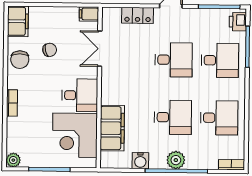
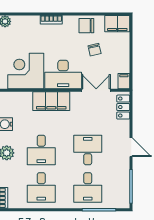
locker: (138, 15) -> (123, 107), moved
printer: (238, 22) -> (119, 202), removed
desk: (173, 60) -> (88, 150), turned 180
desk: (80, 95) -> (63, 74), width x1.37
filing cabinet: (112, 128) -> (51, 101), moved

